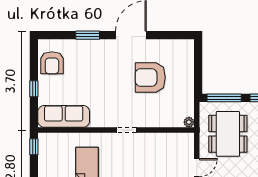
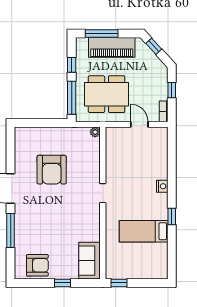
window: (88, 35) -> (11, 230), width x1.44
sofa: (64, 116) -> (90, 261), width x0.73

